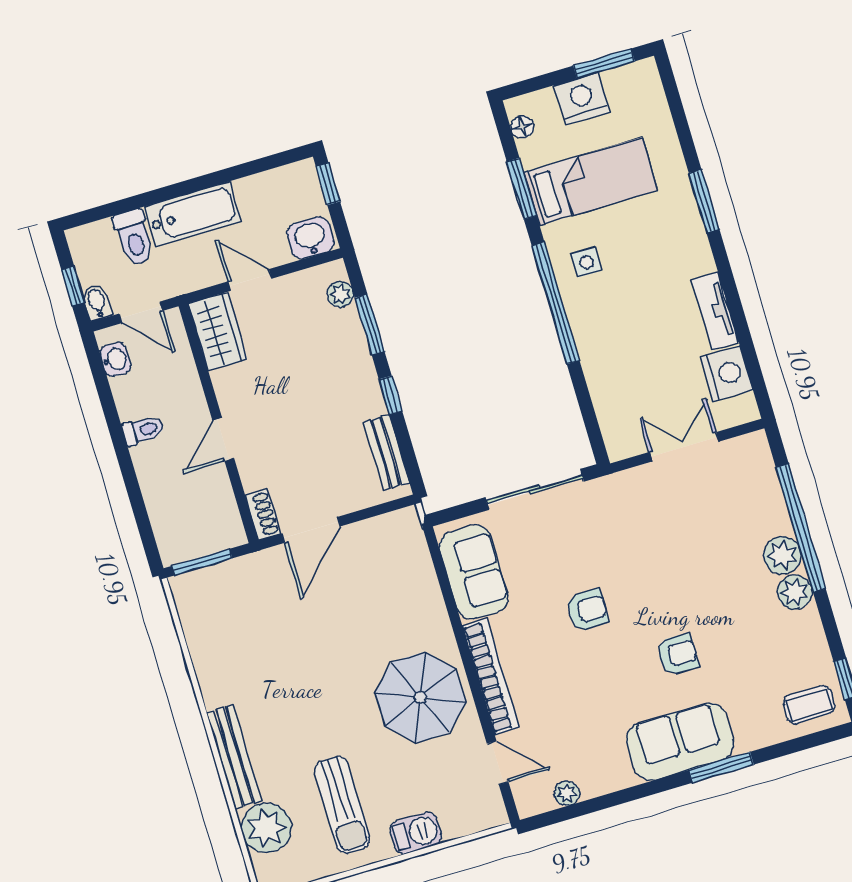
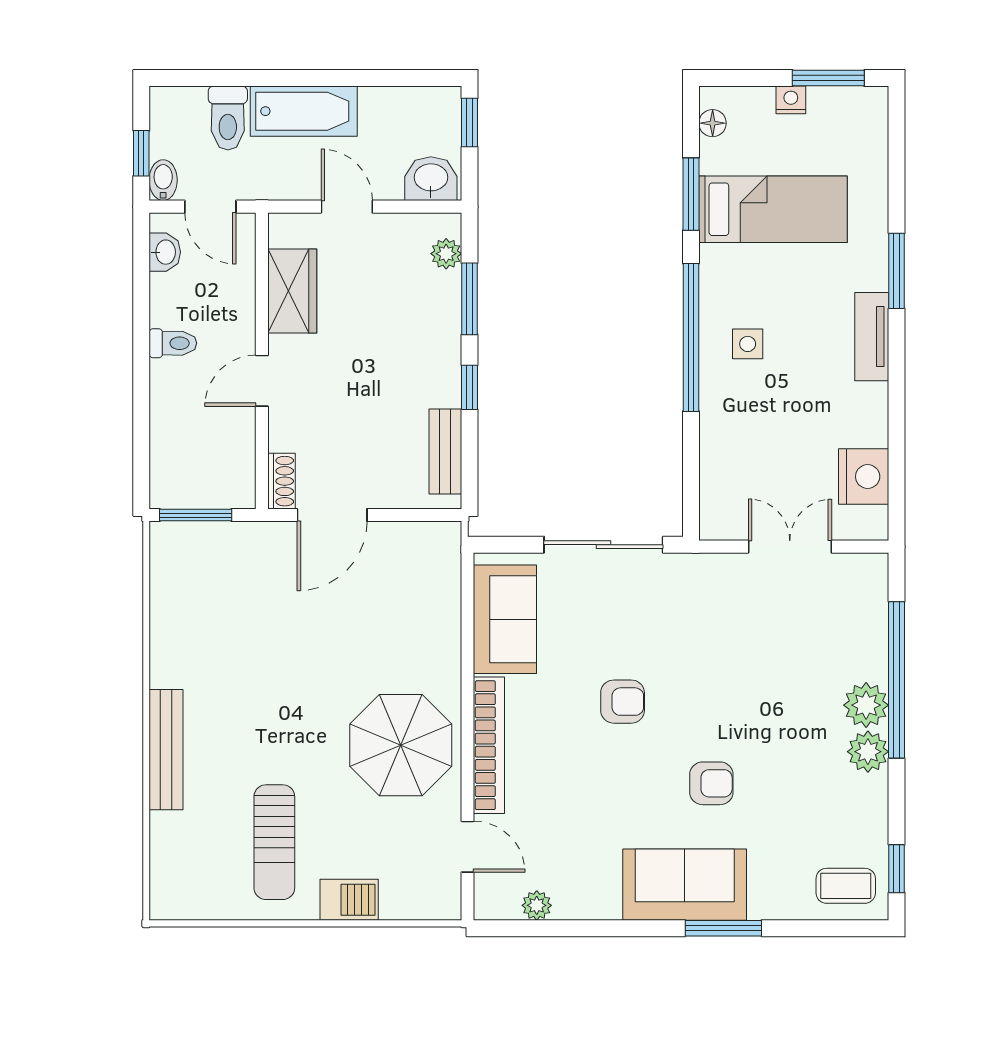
nightstand: (582, 99) -> (791, 100), width x0.53, depth x0.56
side table: (586, 262) -> (748, 344), moved
tv unit: (715, 311) -> (872, 337), moved
wardrobe: (218, 331) -> (292, 291), moved
plant: (266, 828) -> (179, 843), removed

